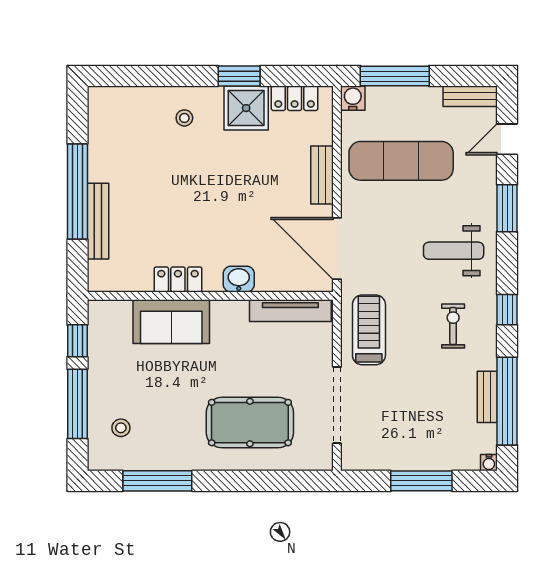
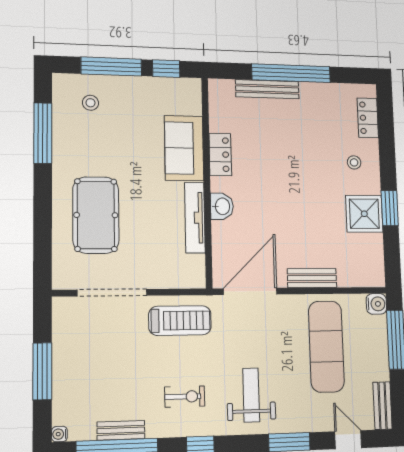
locker: (295, 98) -> (368, 118), moved
tv unit: (290, 311) -> (195, 218), moved

